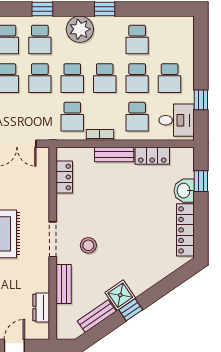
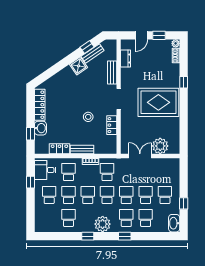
locker: (64, 177) -> (112, 125), moved
stool: (88, 245) -> (88, 117), moved
window: (131, 310) -> (87, 47), moved

